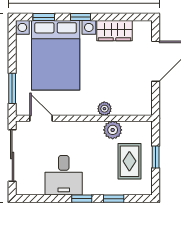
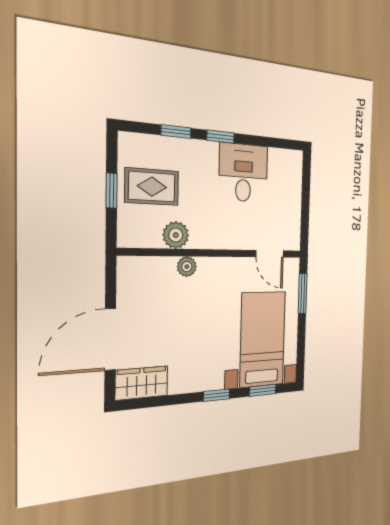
wardrobe: (115, 31) -> (142, 383), moved
bed with nightstands: (56, 55) -> (263, 339), width x0.73
sliding door: (12, 155) -> (305, 205), removed
rug: (129, 161) -> (152, 187), turned 90

